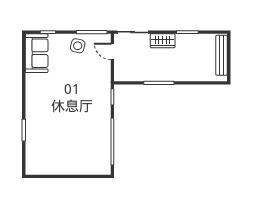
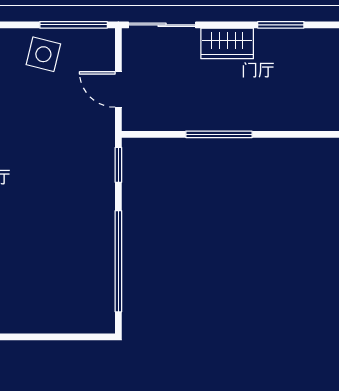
door: (112, 51) -> (118, 89), moved

